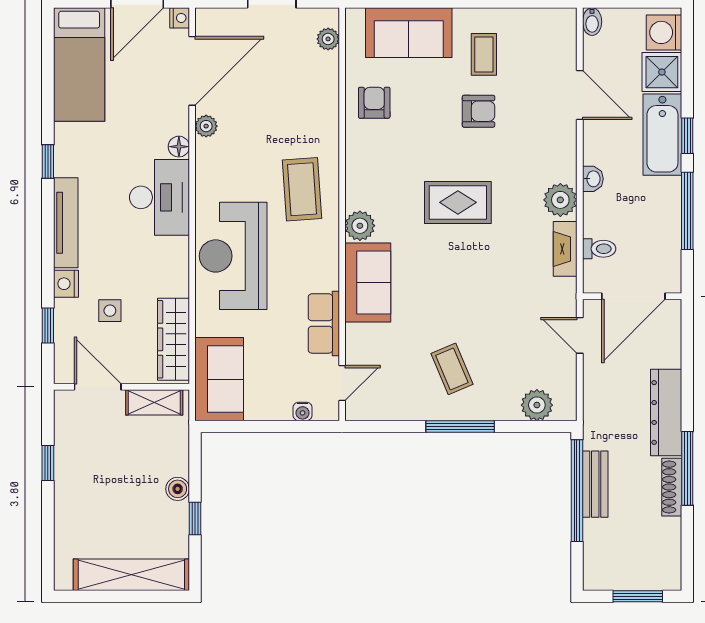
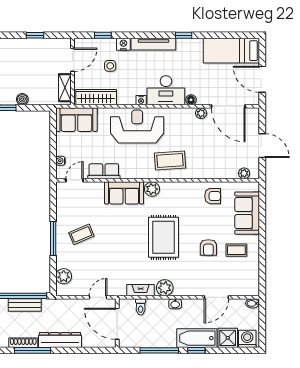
nightstand: (180, 18) -> (141, 100), moved
rug: (458, 202) -> (163, 237), width x1.36, depth x1.43
door: (342, 383) -> (75, 180), swing flipped

